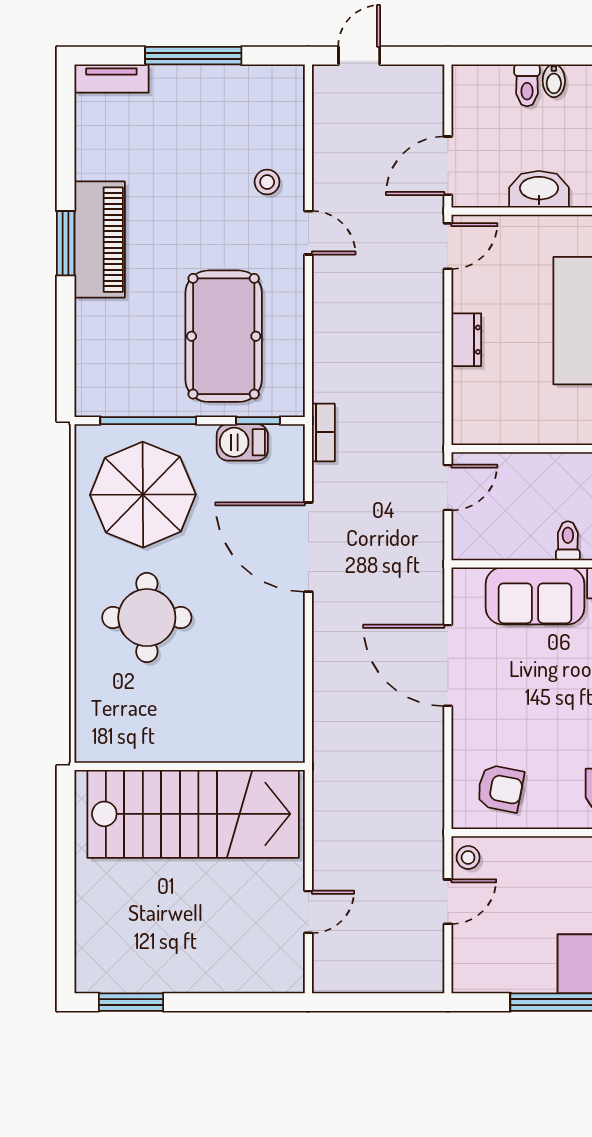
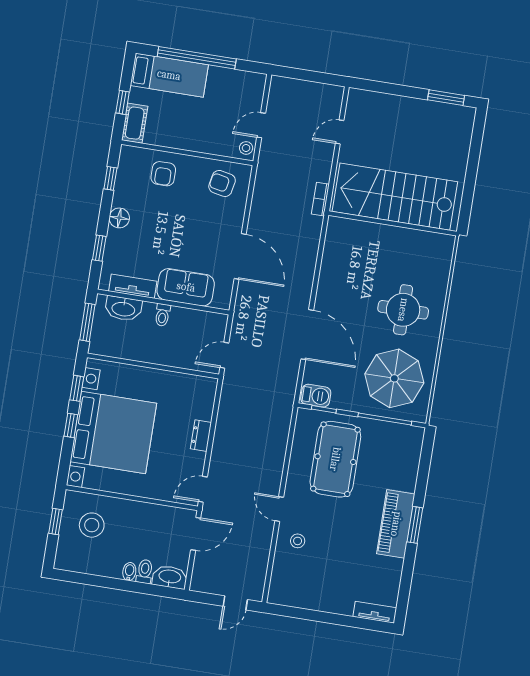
window: (193, 56) -> (327, 618), removed
washbasin: (539, 189) -> (170, 577), moved, turned 180
bookcase: (323, 432) -> (320, 199), moved
barbecue: (242, 442) -> (316, 396), moved

